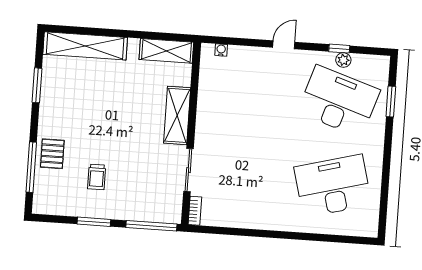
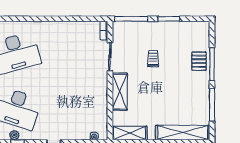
window: (37, 85) -> (212, 105), width x1.44
window: (31, 167) -> (212, 64), moved
trolley: (97, 177) -> (153, 59), moved

